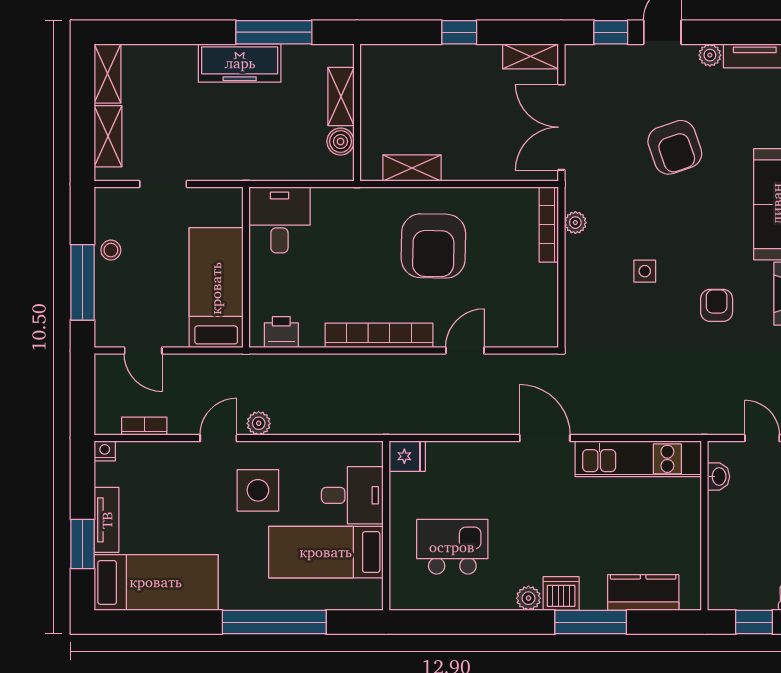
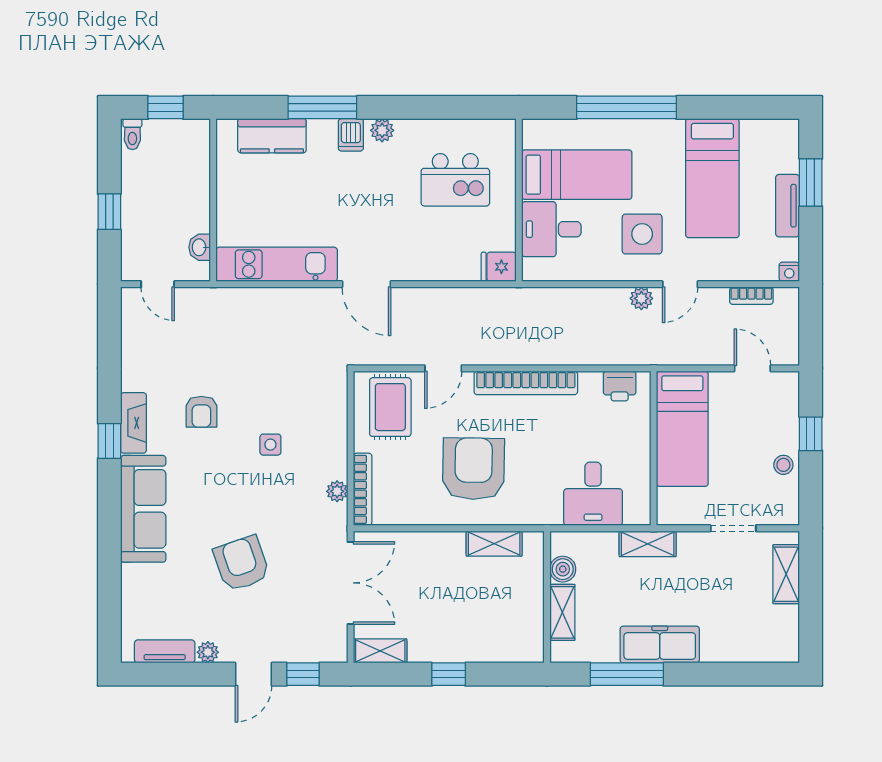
shelving: (107, 74) -> (648, 544), moved, turned 90
desk: (279, 220) -> (593, 494), moved
window: (82, 282) -> (811, 434), width x0.46
rug: (520, 310) -> (390, 407), added
bed: (156, 582) -> (712, 178), moved, turned -90
dishwasher: (561, 593) -> (351, 135), width x0.73

